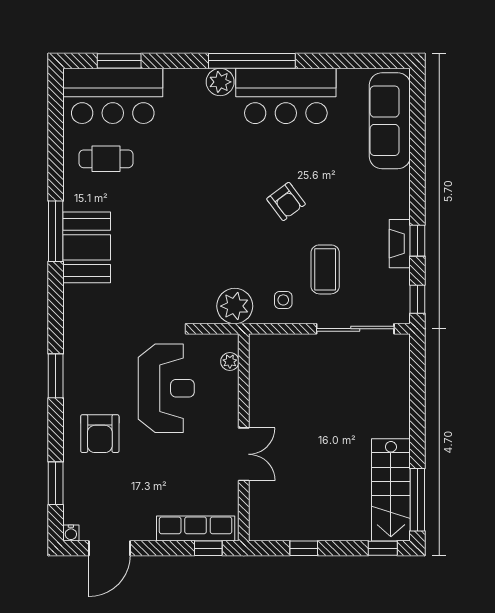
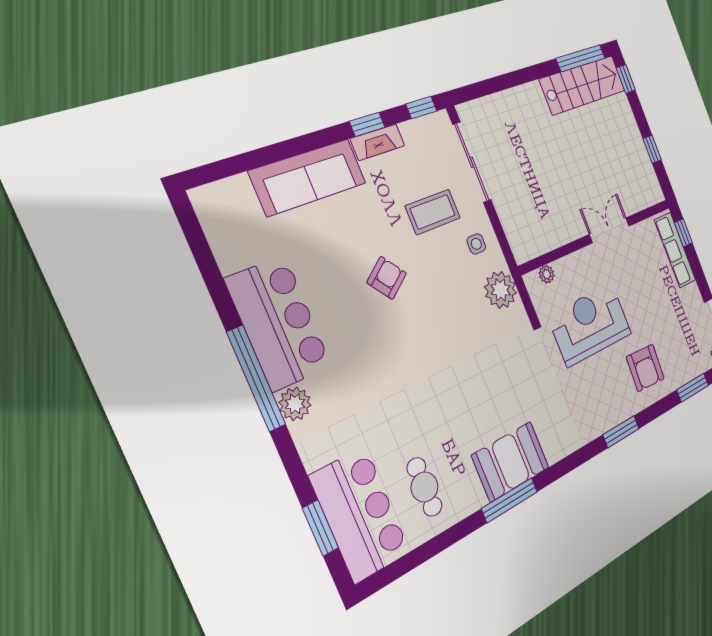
sofa: (390, 121) -> (308, 177), moved
armchair: (100, 434) -> (645, 368), turned 93

